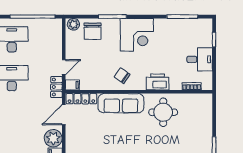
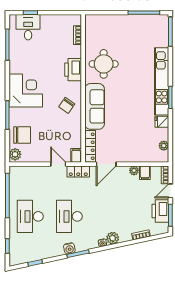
desk: (200, 59) -> (28, 27), moved
door: (64, 115) -> (106, 164), hinge flipped
plant: (53, 138) -> (134, 170), width x0.53, depth x0.53

